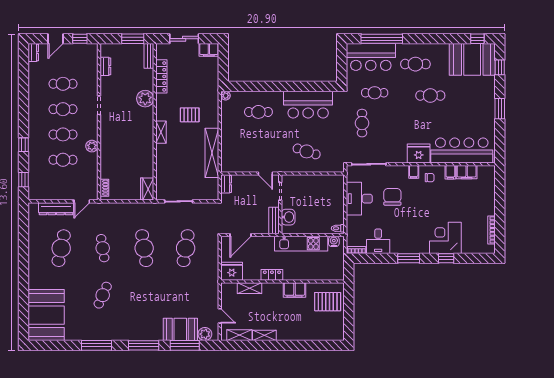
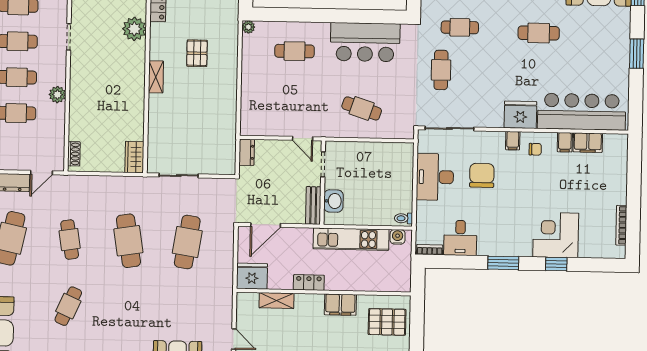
pallet: (190, 115) -> (197, 53), turned 90
shelving: (212, 153) -> (227, 108), removed

